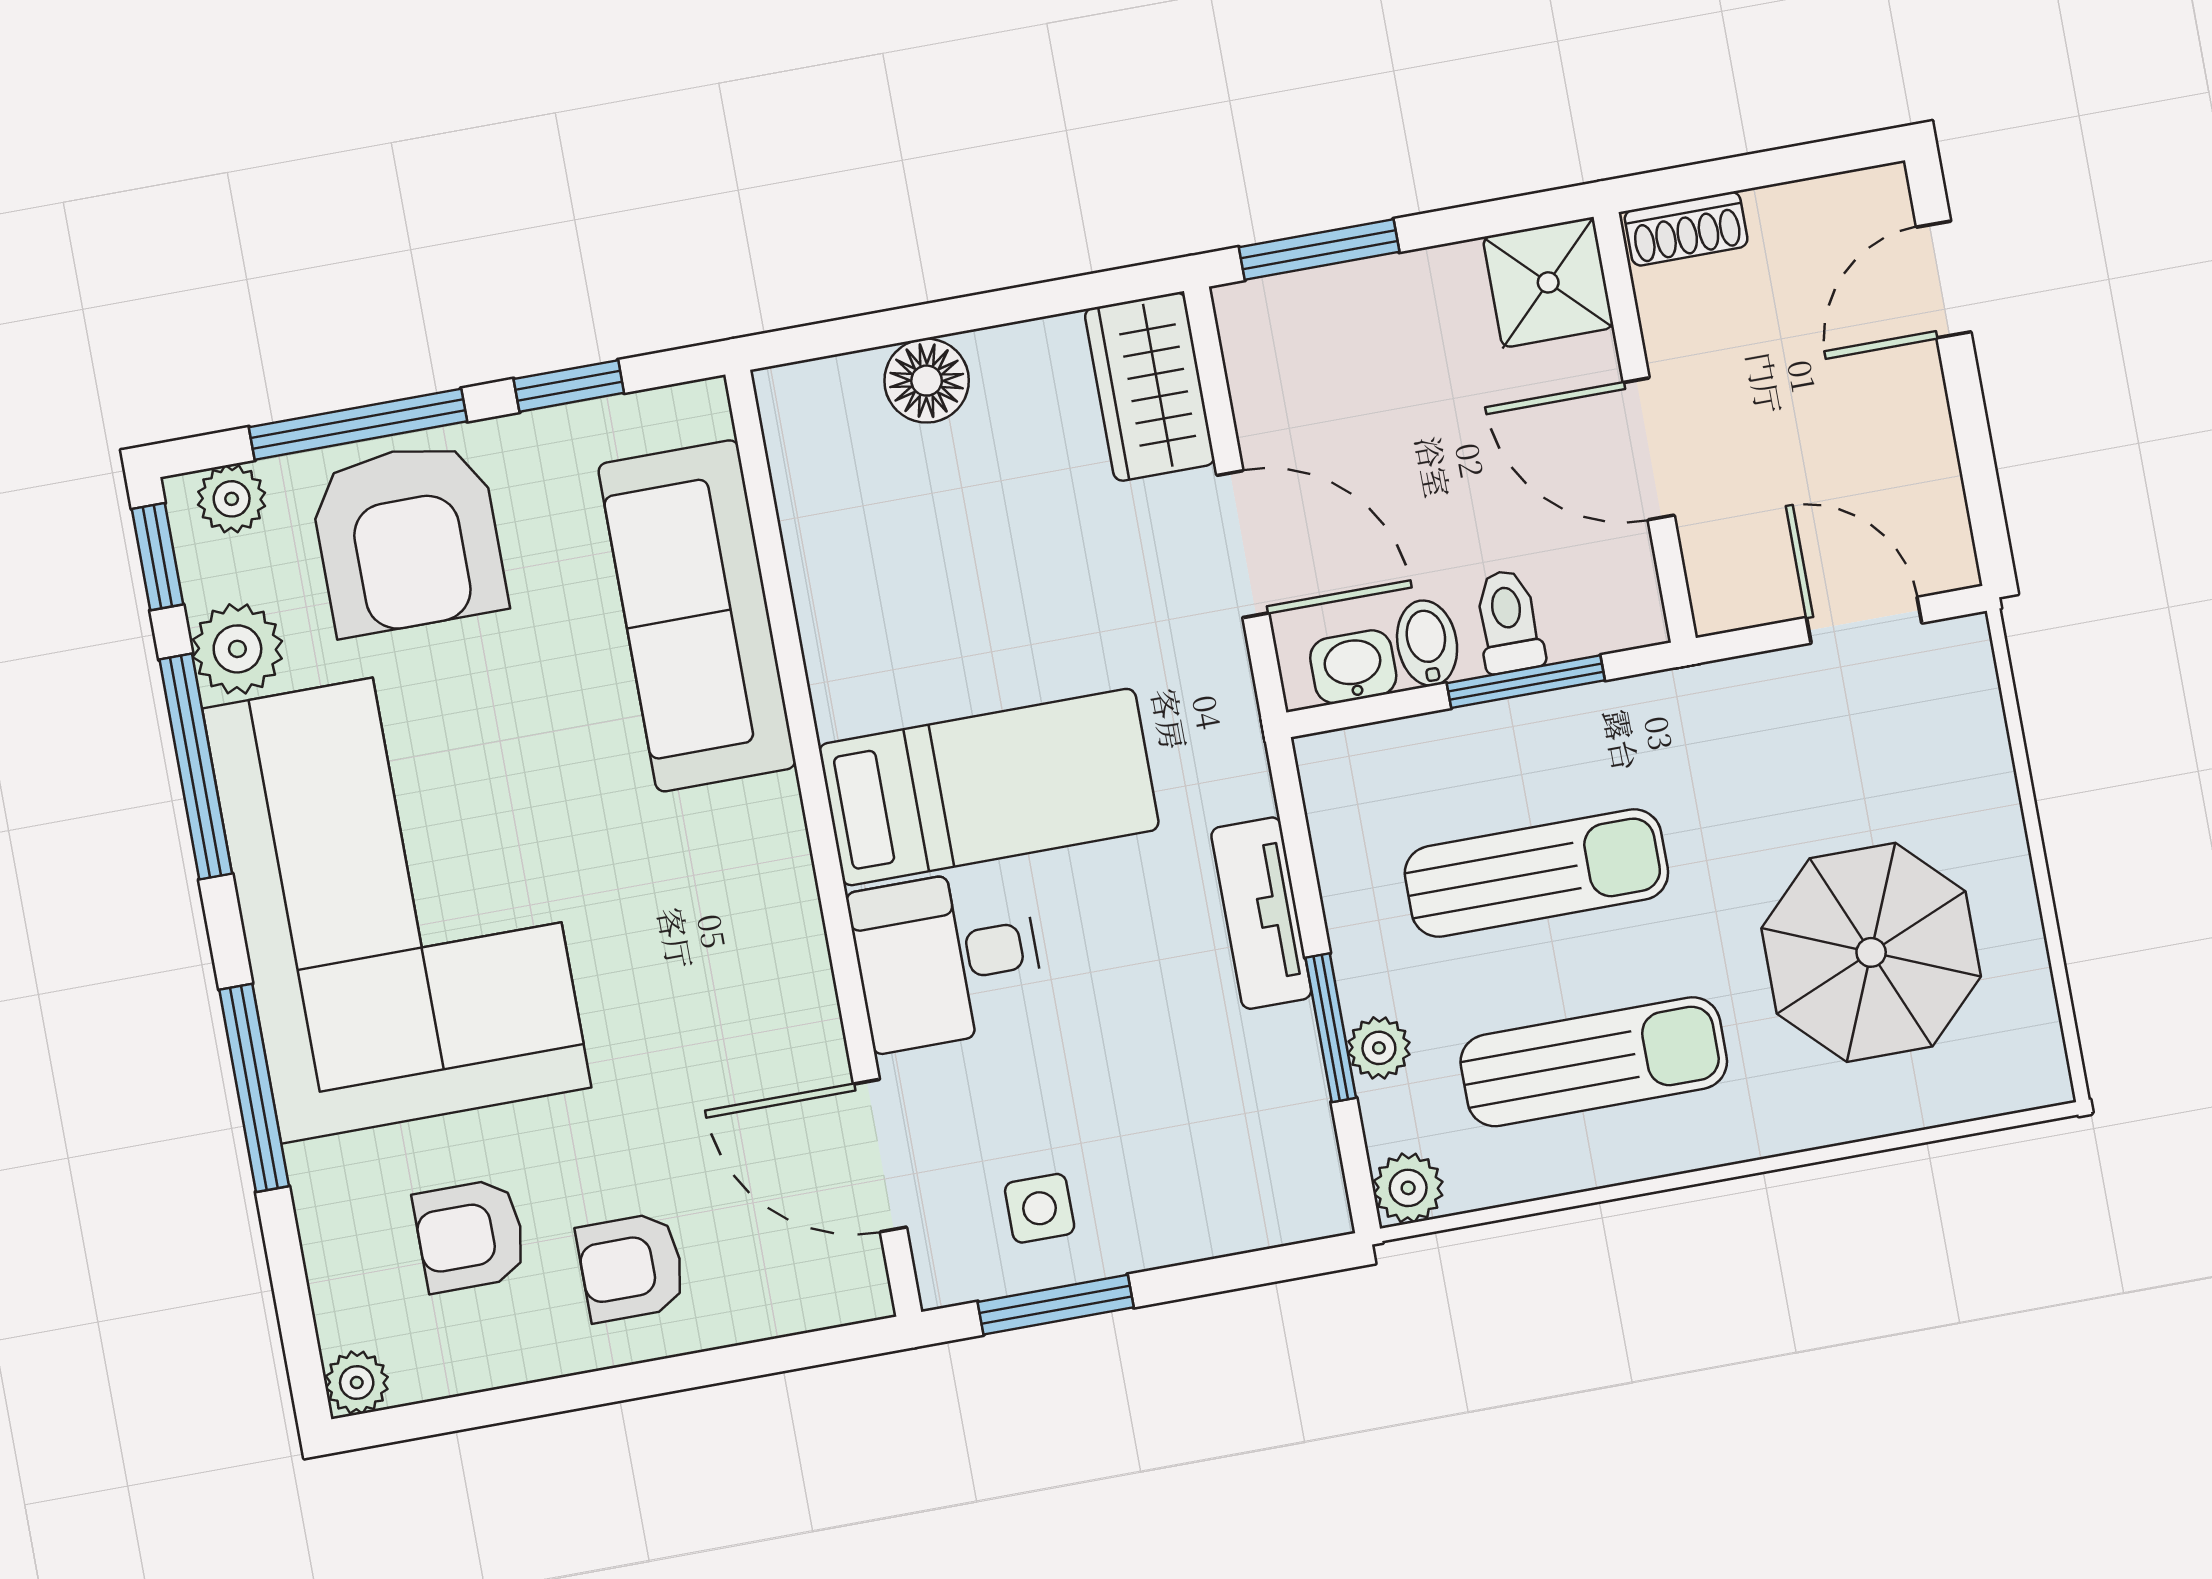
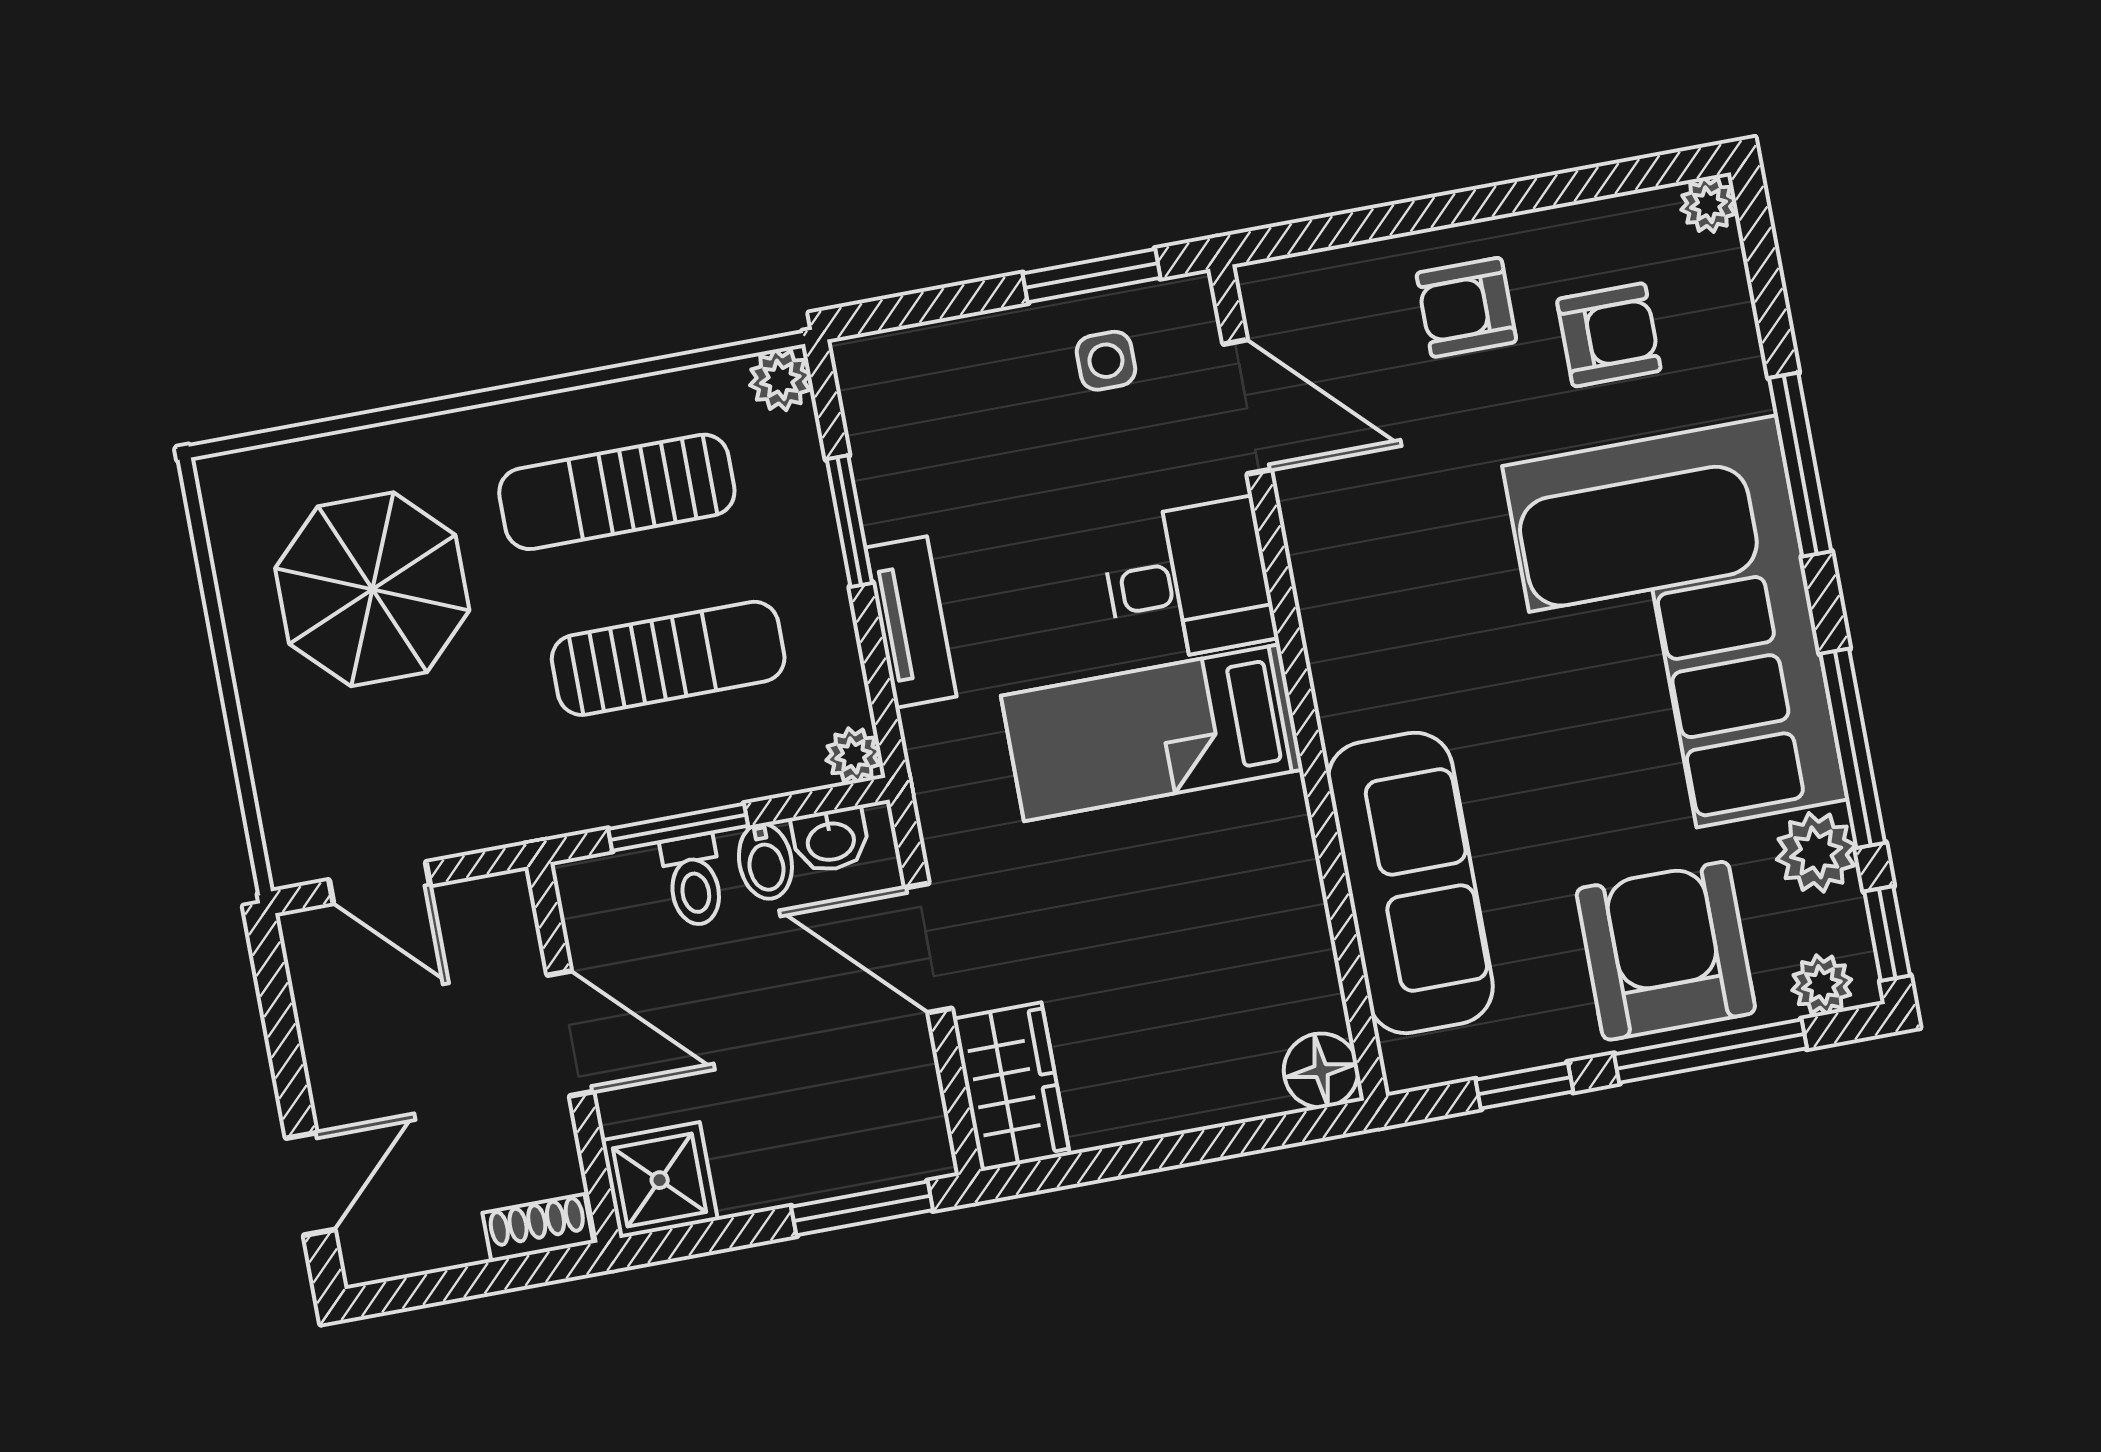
floor lamp: (927, 381) -> (1321, 1071), moved
sun lounger: (1536, 873) -> (668, 658), turned 180
plant: (1379, 1048) -> (853, 755), moved
armchair: (631, 1267) -> (1466, 307), turned 180

